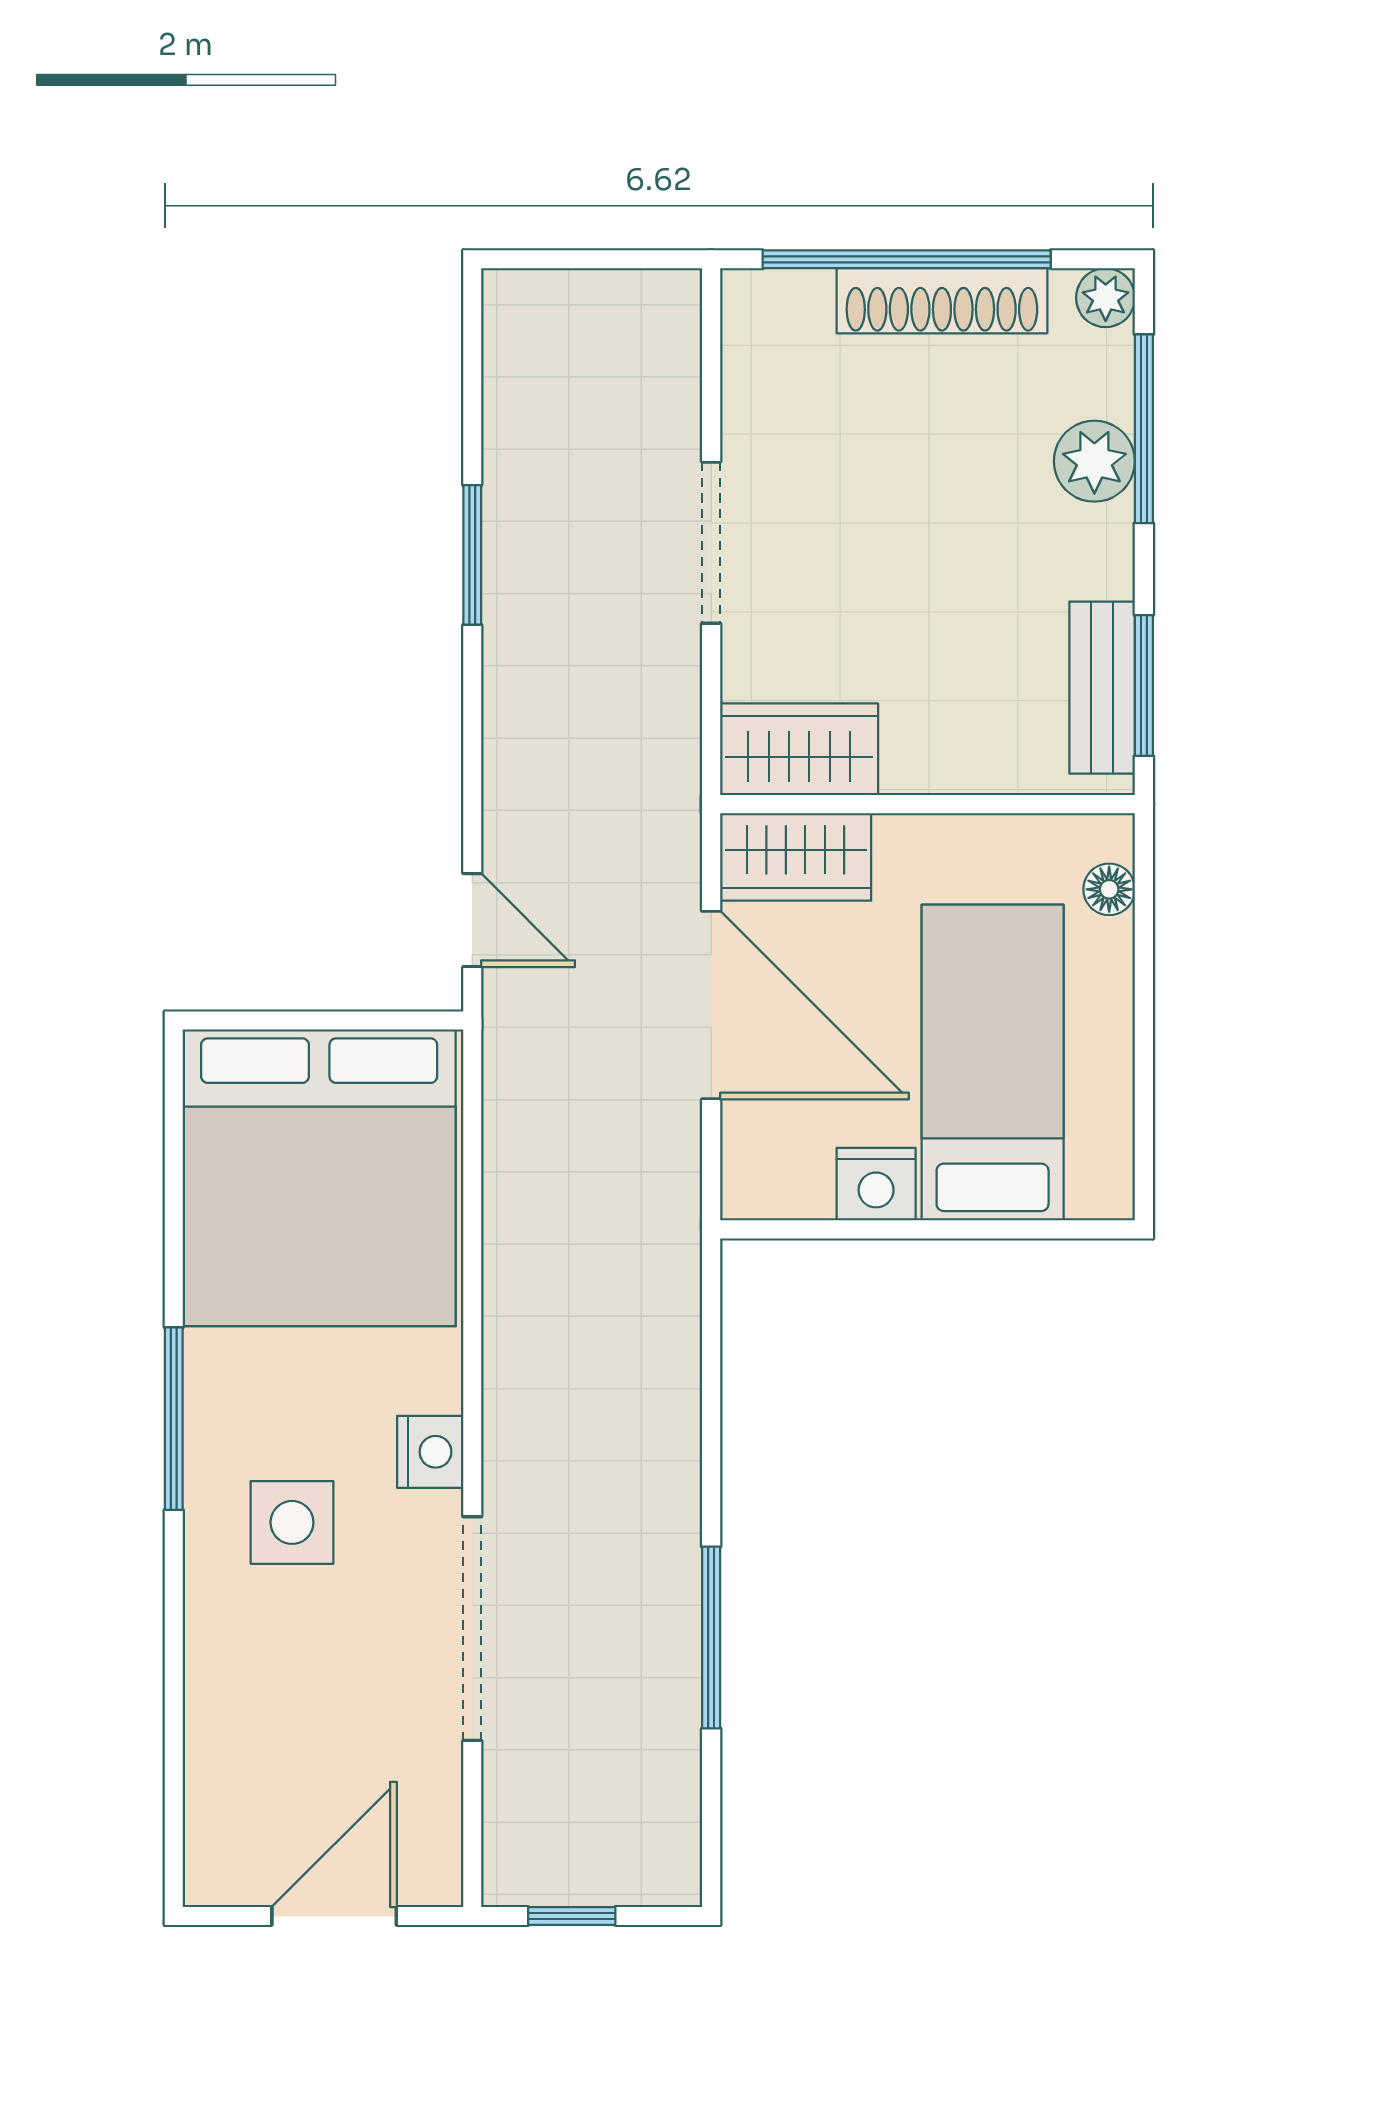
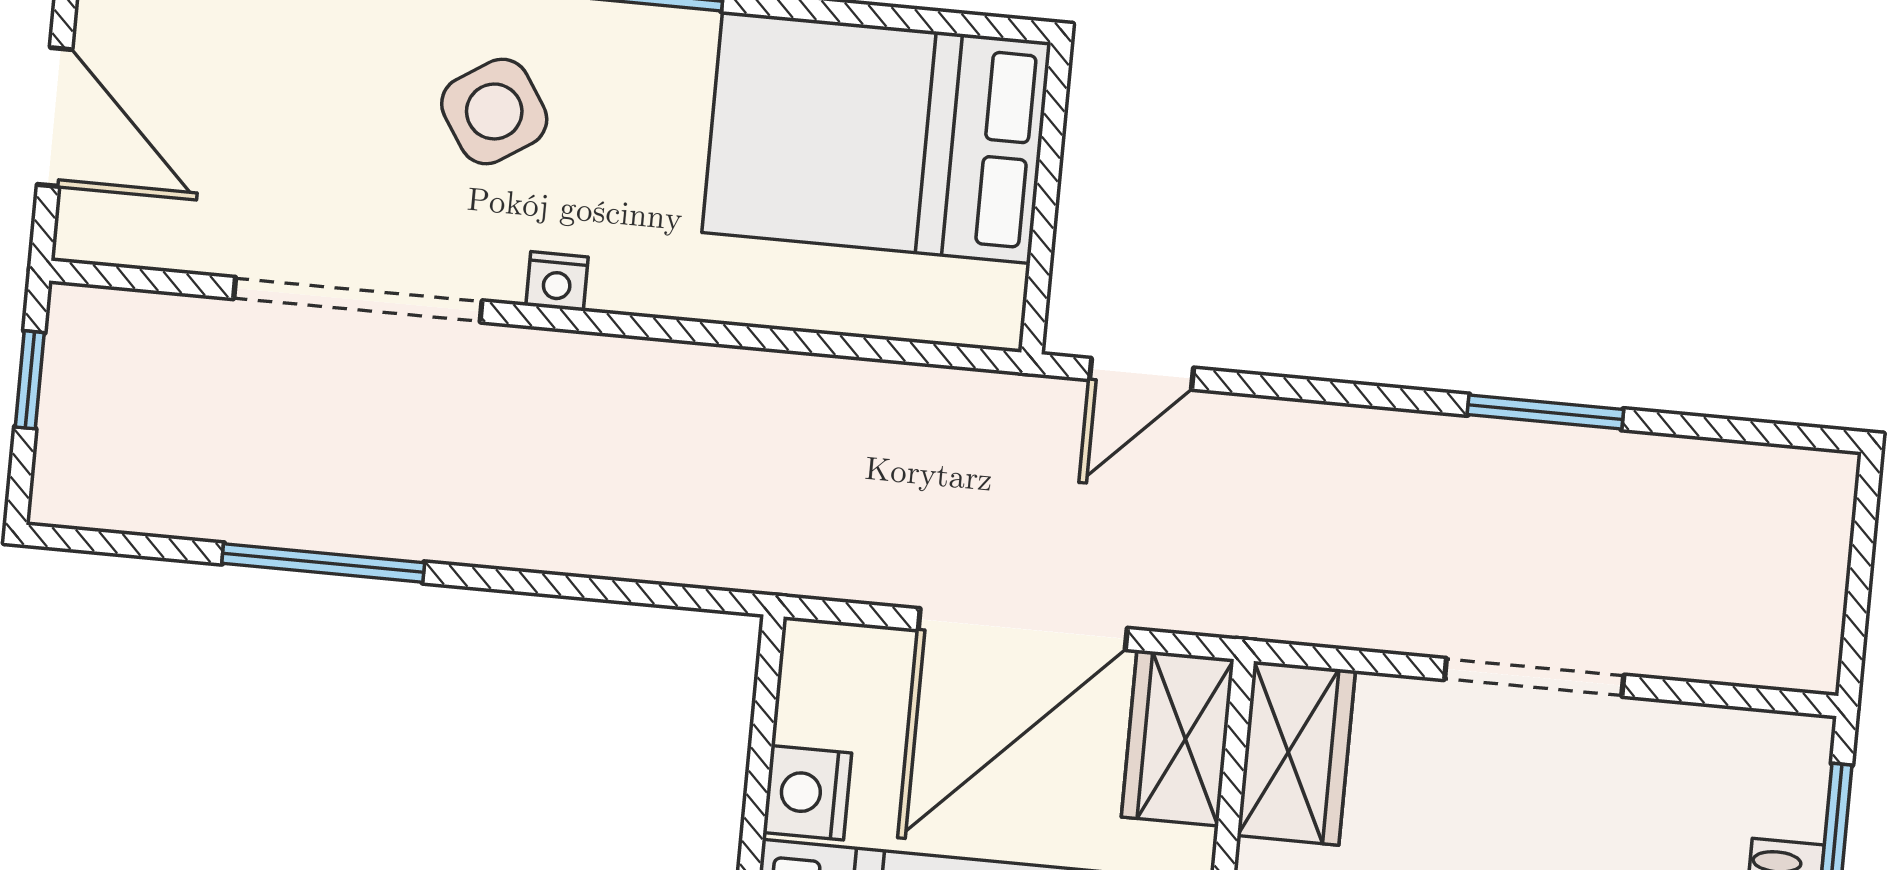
bed: (319, 1178) -> (876, 137), width x0.73
nightstand: (430, 1452) -> (557, 281), width x0.72, depth x0.74
side table: (292, 1522) -> (494, 111), turned -33

